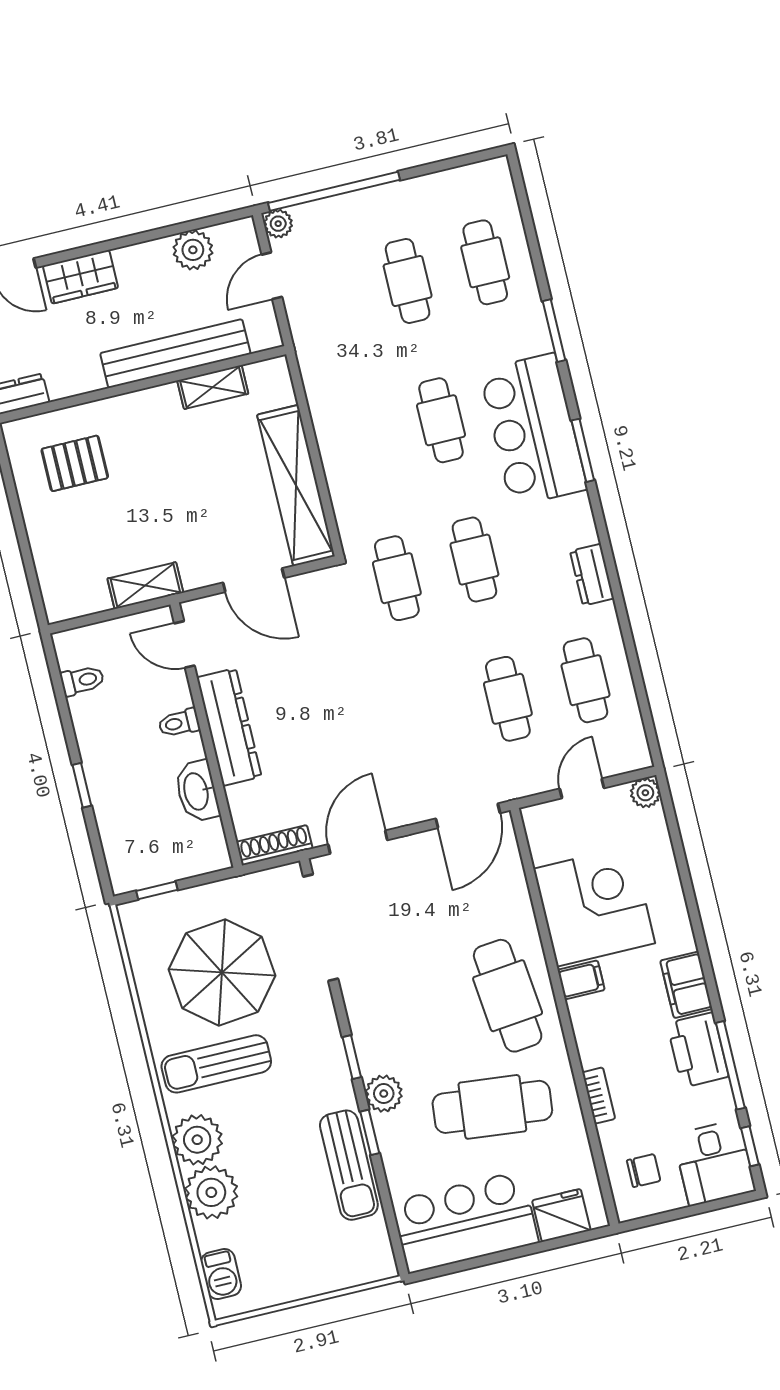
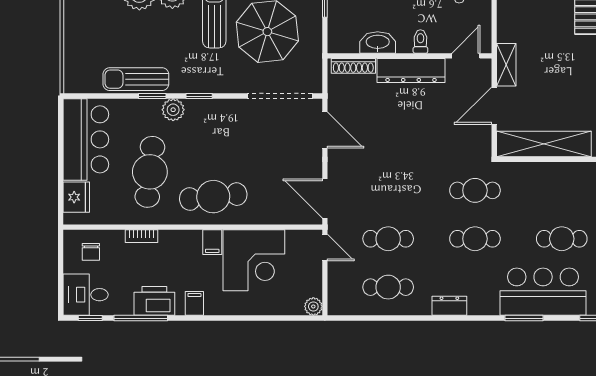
shelving: (145, 586) -> (506, 65), moved
door: (582, 788) -> (325, 247), moved
shoe rack: (274, 845) -> (353, 66), moved, turned 90
filing cabinet: (686, 985) -> (194, 303), width x0.50

